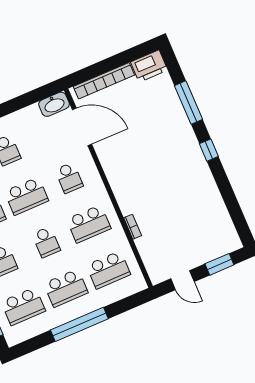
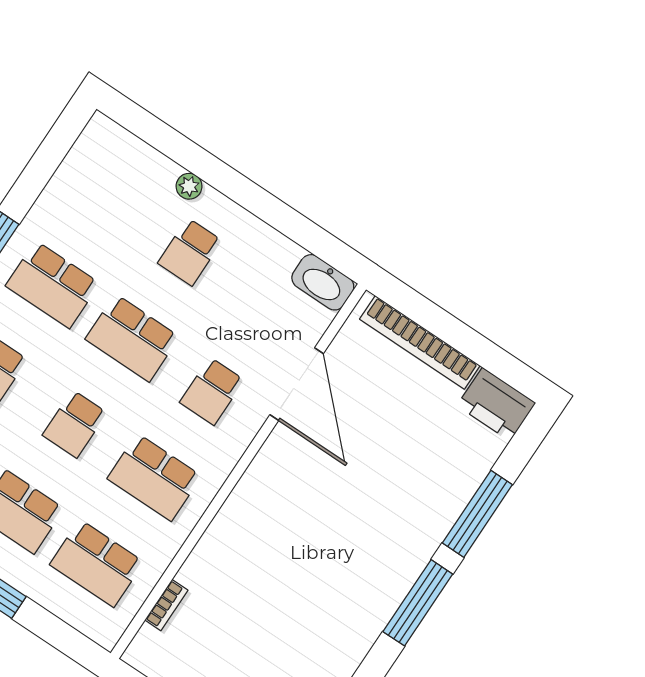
door: (82, 127) -> (297, 384), moved
window: (209, 150) -> (418, 603), width x2.17
bookcase: (133, 227) -> (166, 605), moved

